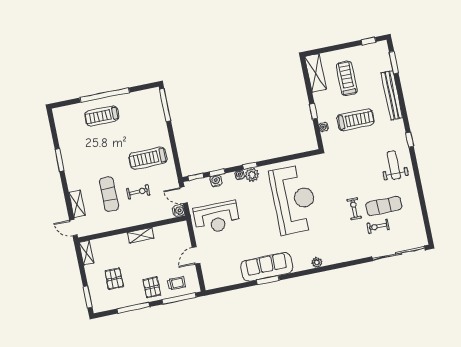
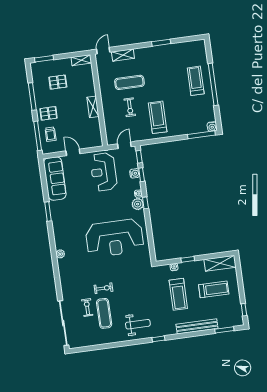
water cooler: (179, 211) -> (212, 126), moved
sofa: (267, 267) -> (55, 179), moved

